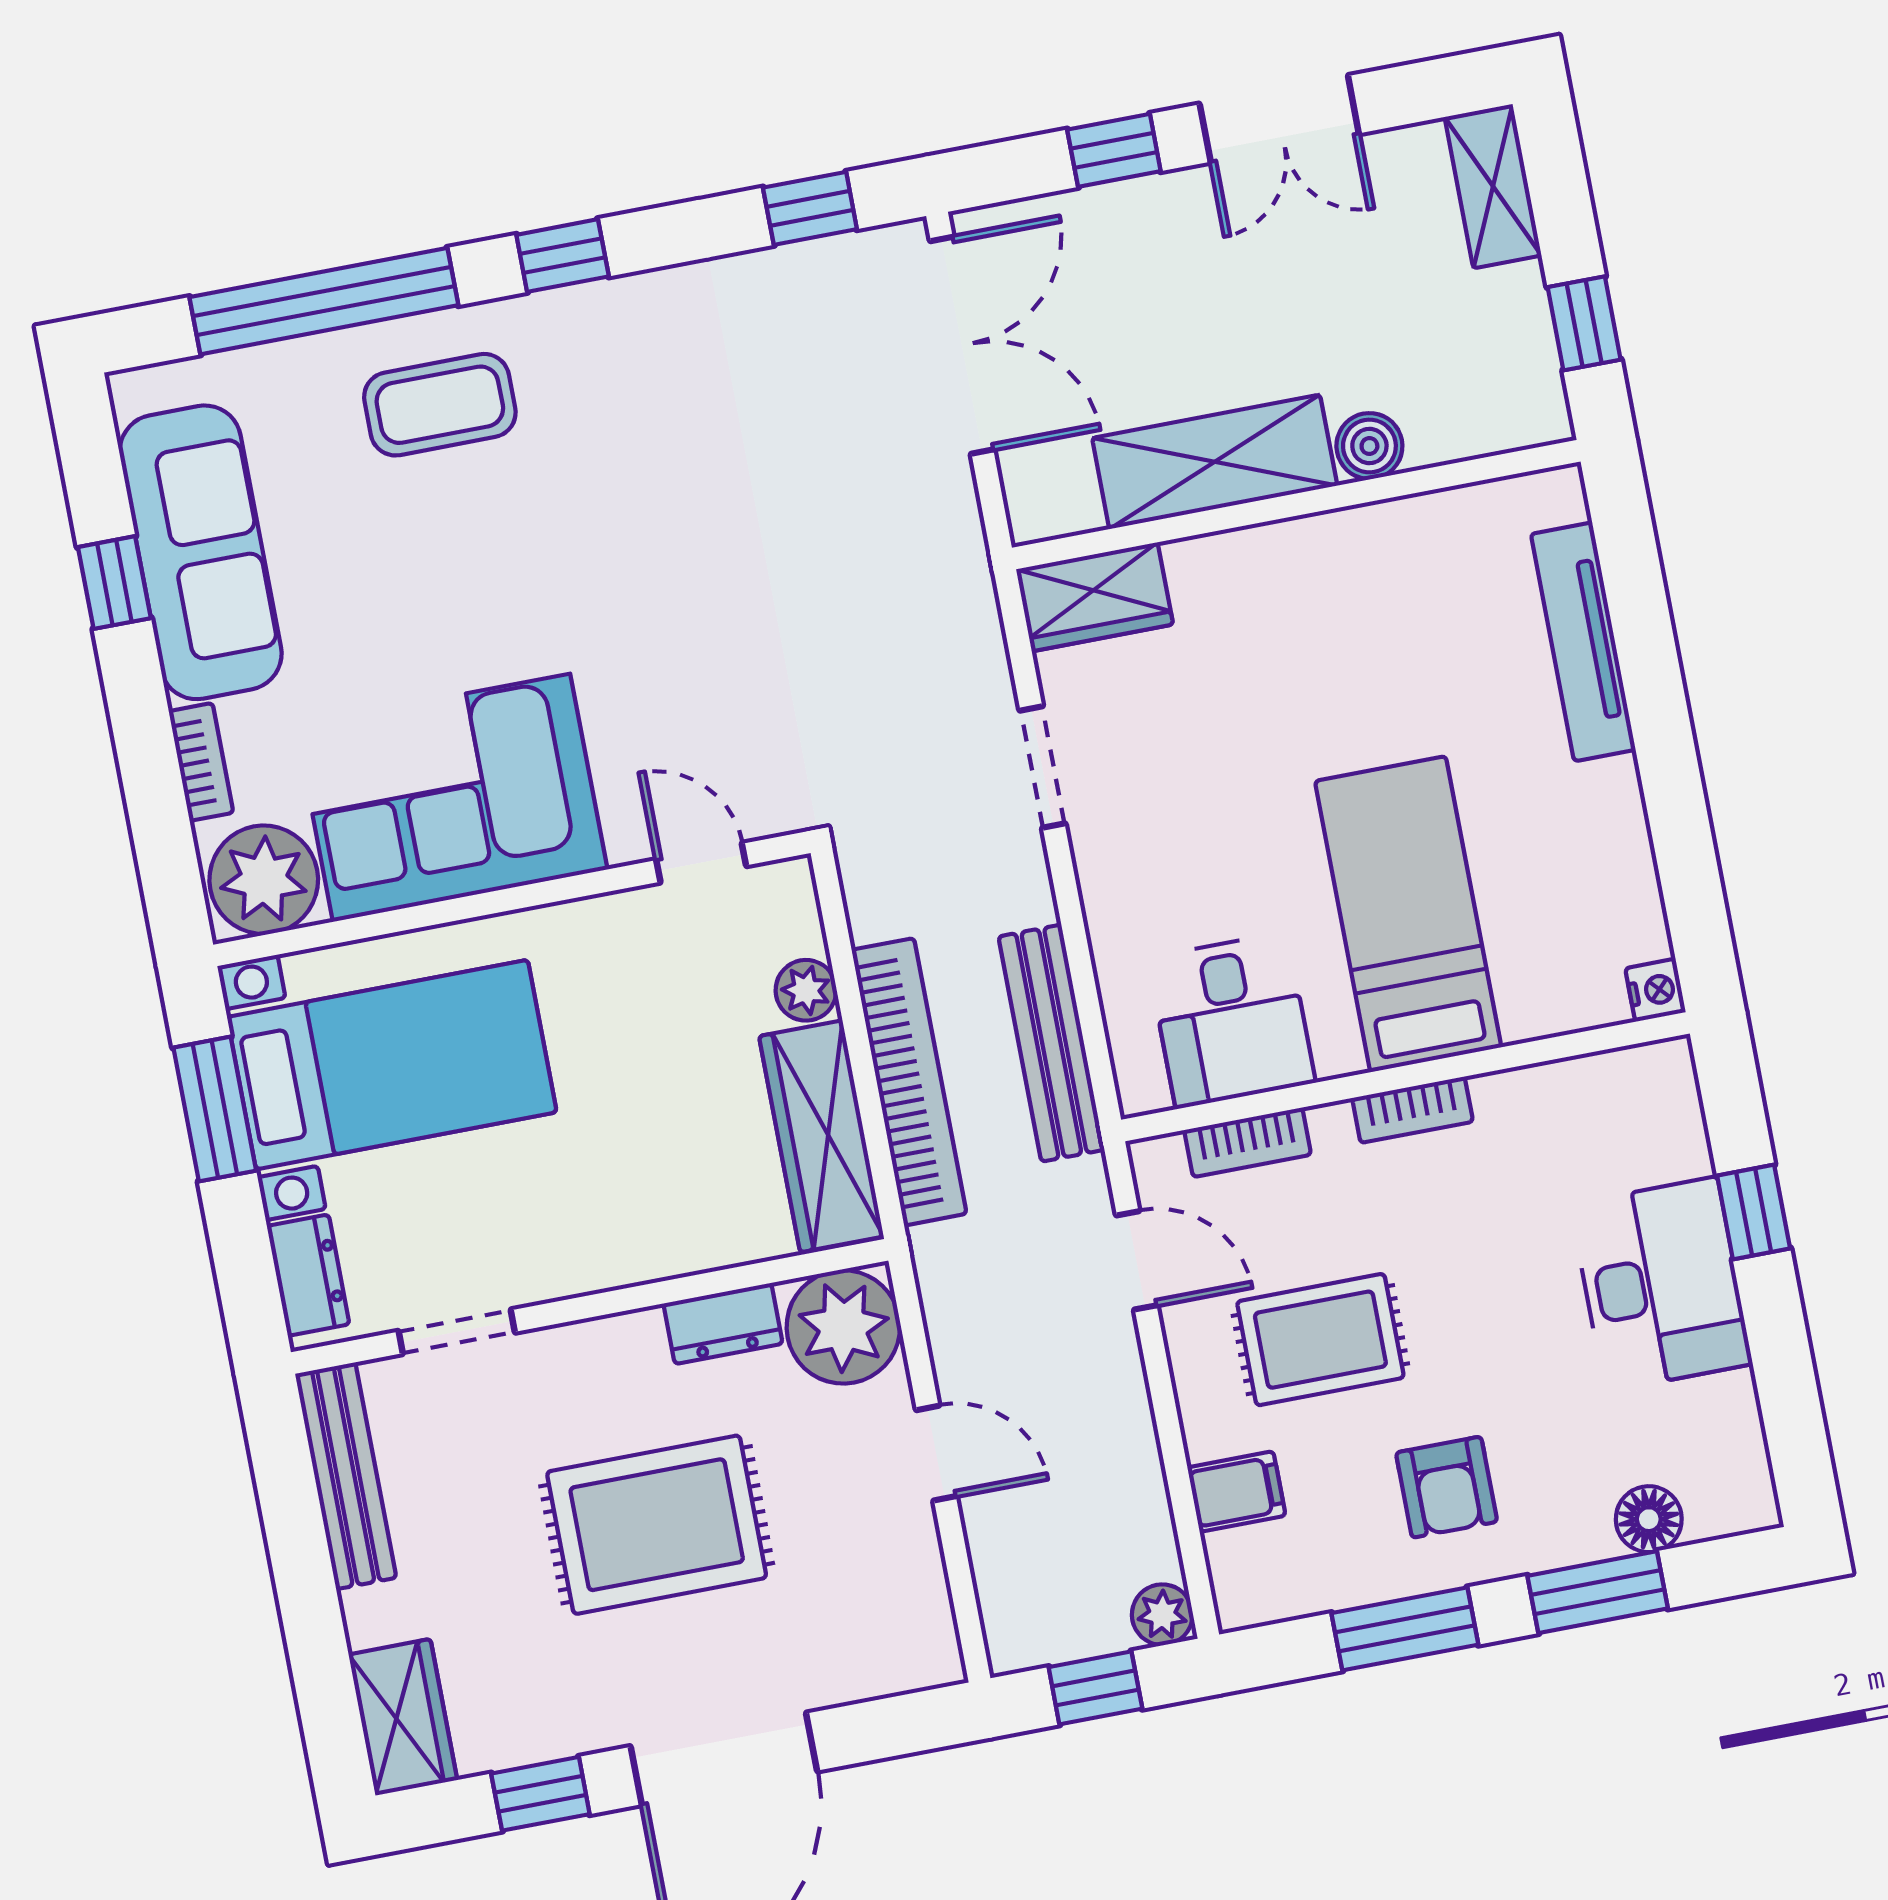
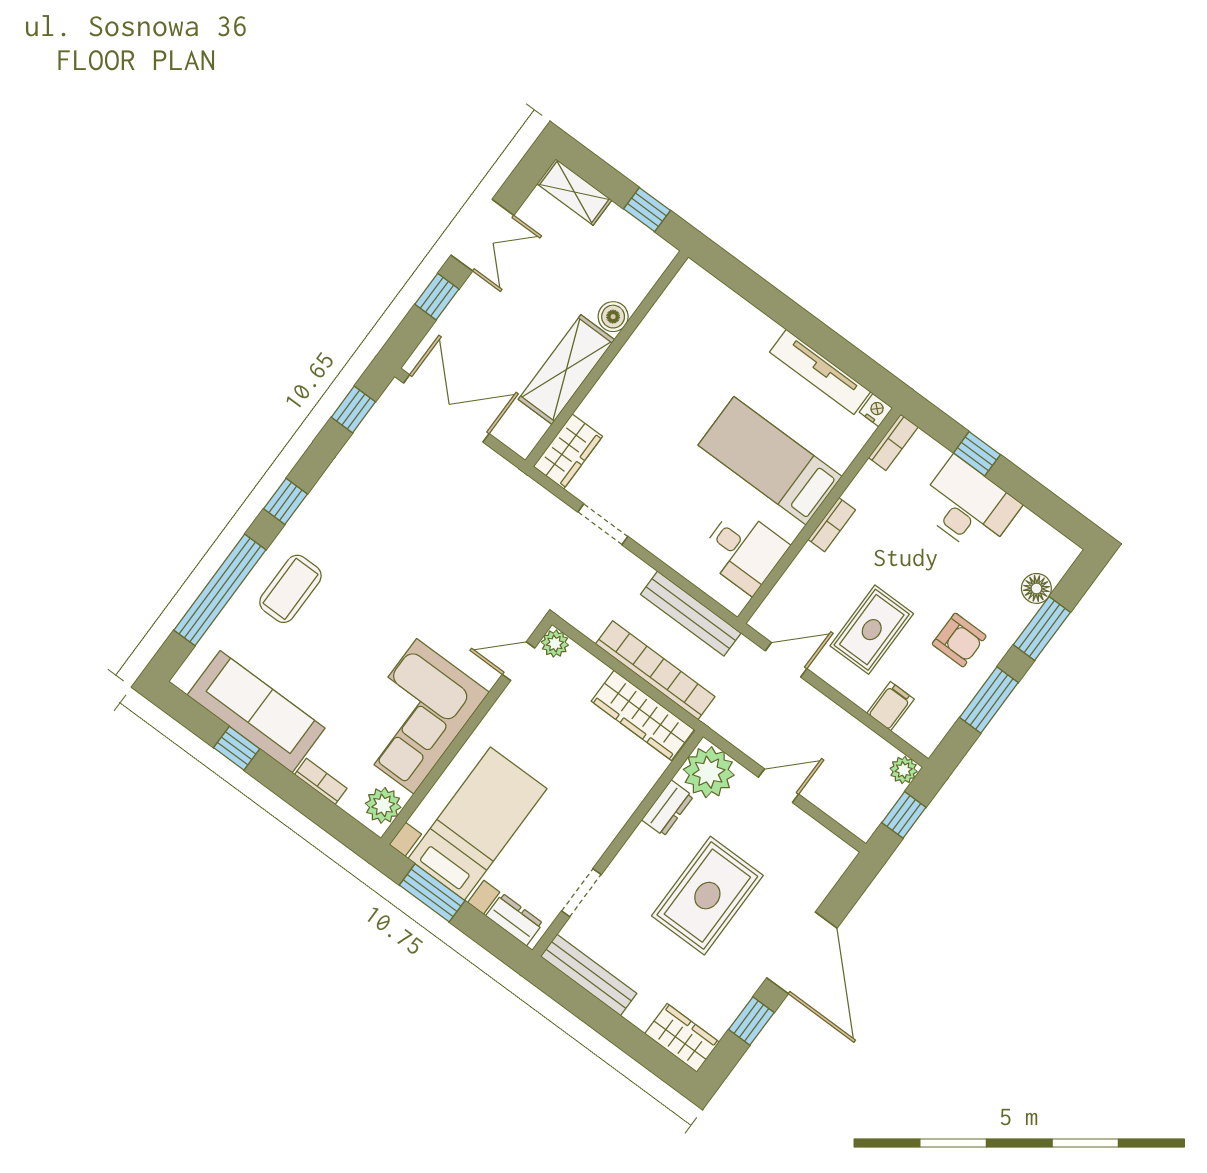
tv unit: (1583, 642) -> (820, 372), moved
plant: (264, 880) -> (383, 805), width x0.73, depth x0.73
plant: (806, 990) -> (555, 643), moved
bookcase: (1248, 1142) -> (893, 442), moved

